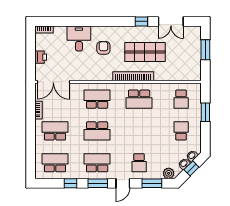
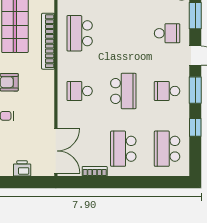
school desk: (97, 99) -> (80, 91), width x0.54
school desk: (139, 99) -> (80, 33), turned 180
school desk: (97, 163) -> (167, 91), width x0.54

